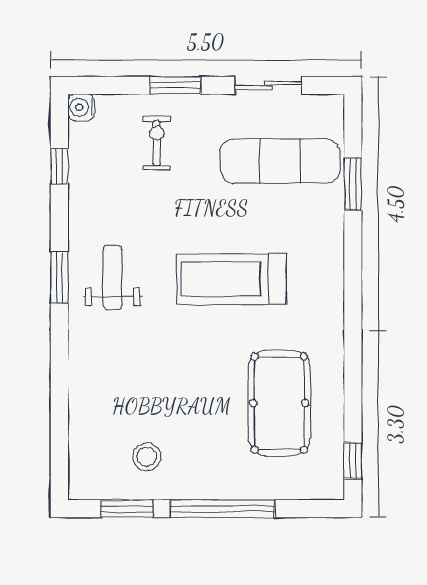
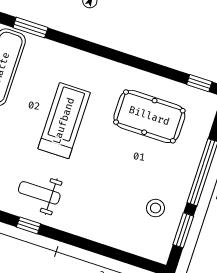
window: (59, 277) -> (29, 225), width x0.67
treadmill: (232, 279) -> (64, 121), turned 180

